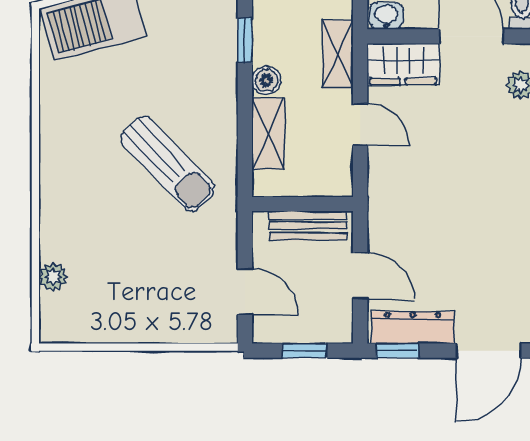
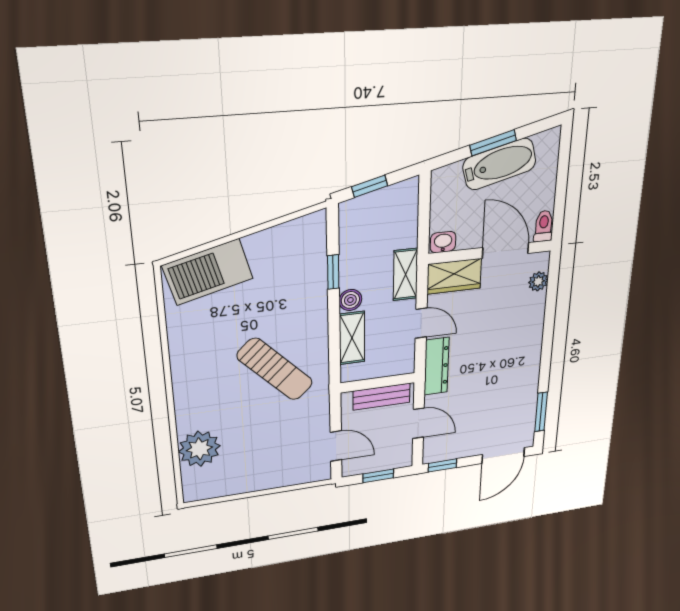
plant: (53, 277) -> (199, 449), width x1.88, depth x1.88
dresser: (413, 328) -> (437, 366), moved, turned 90

